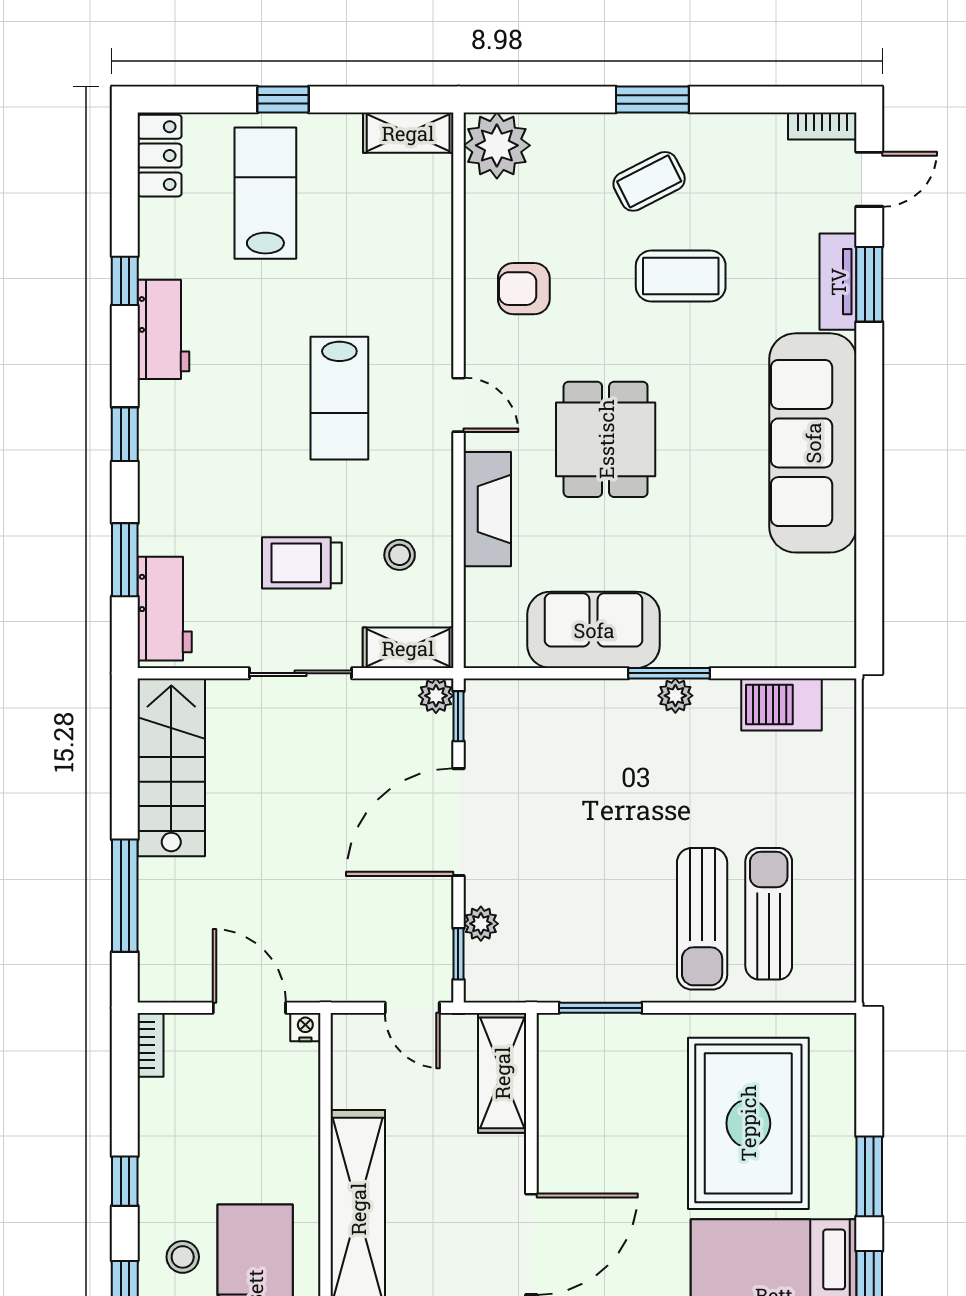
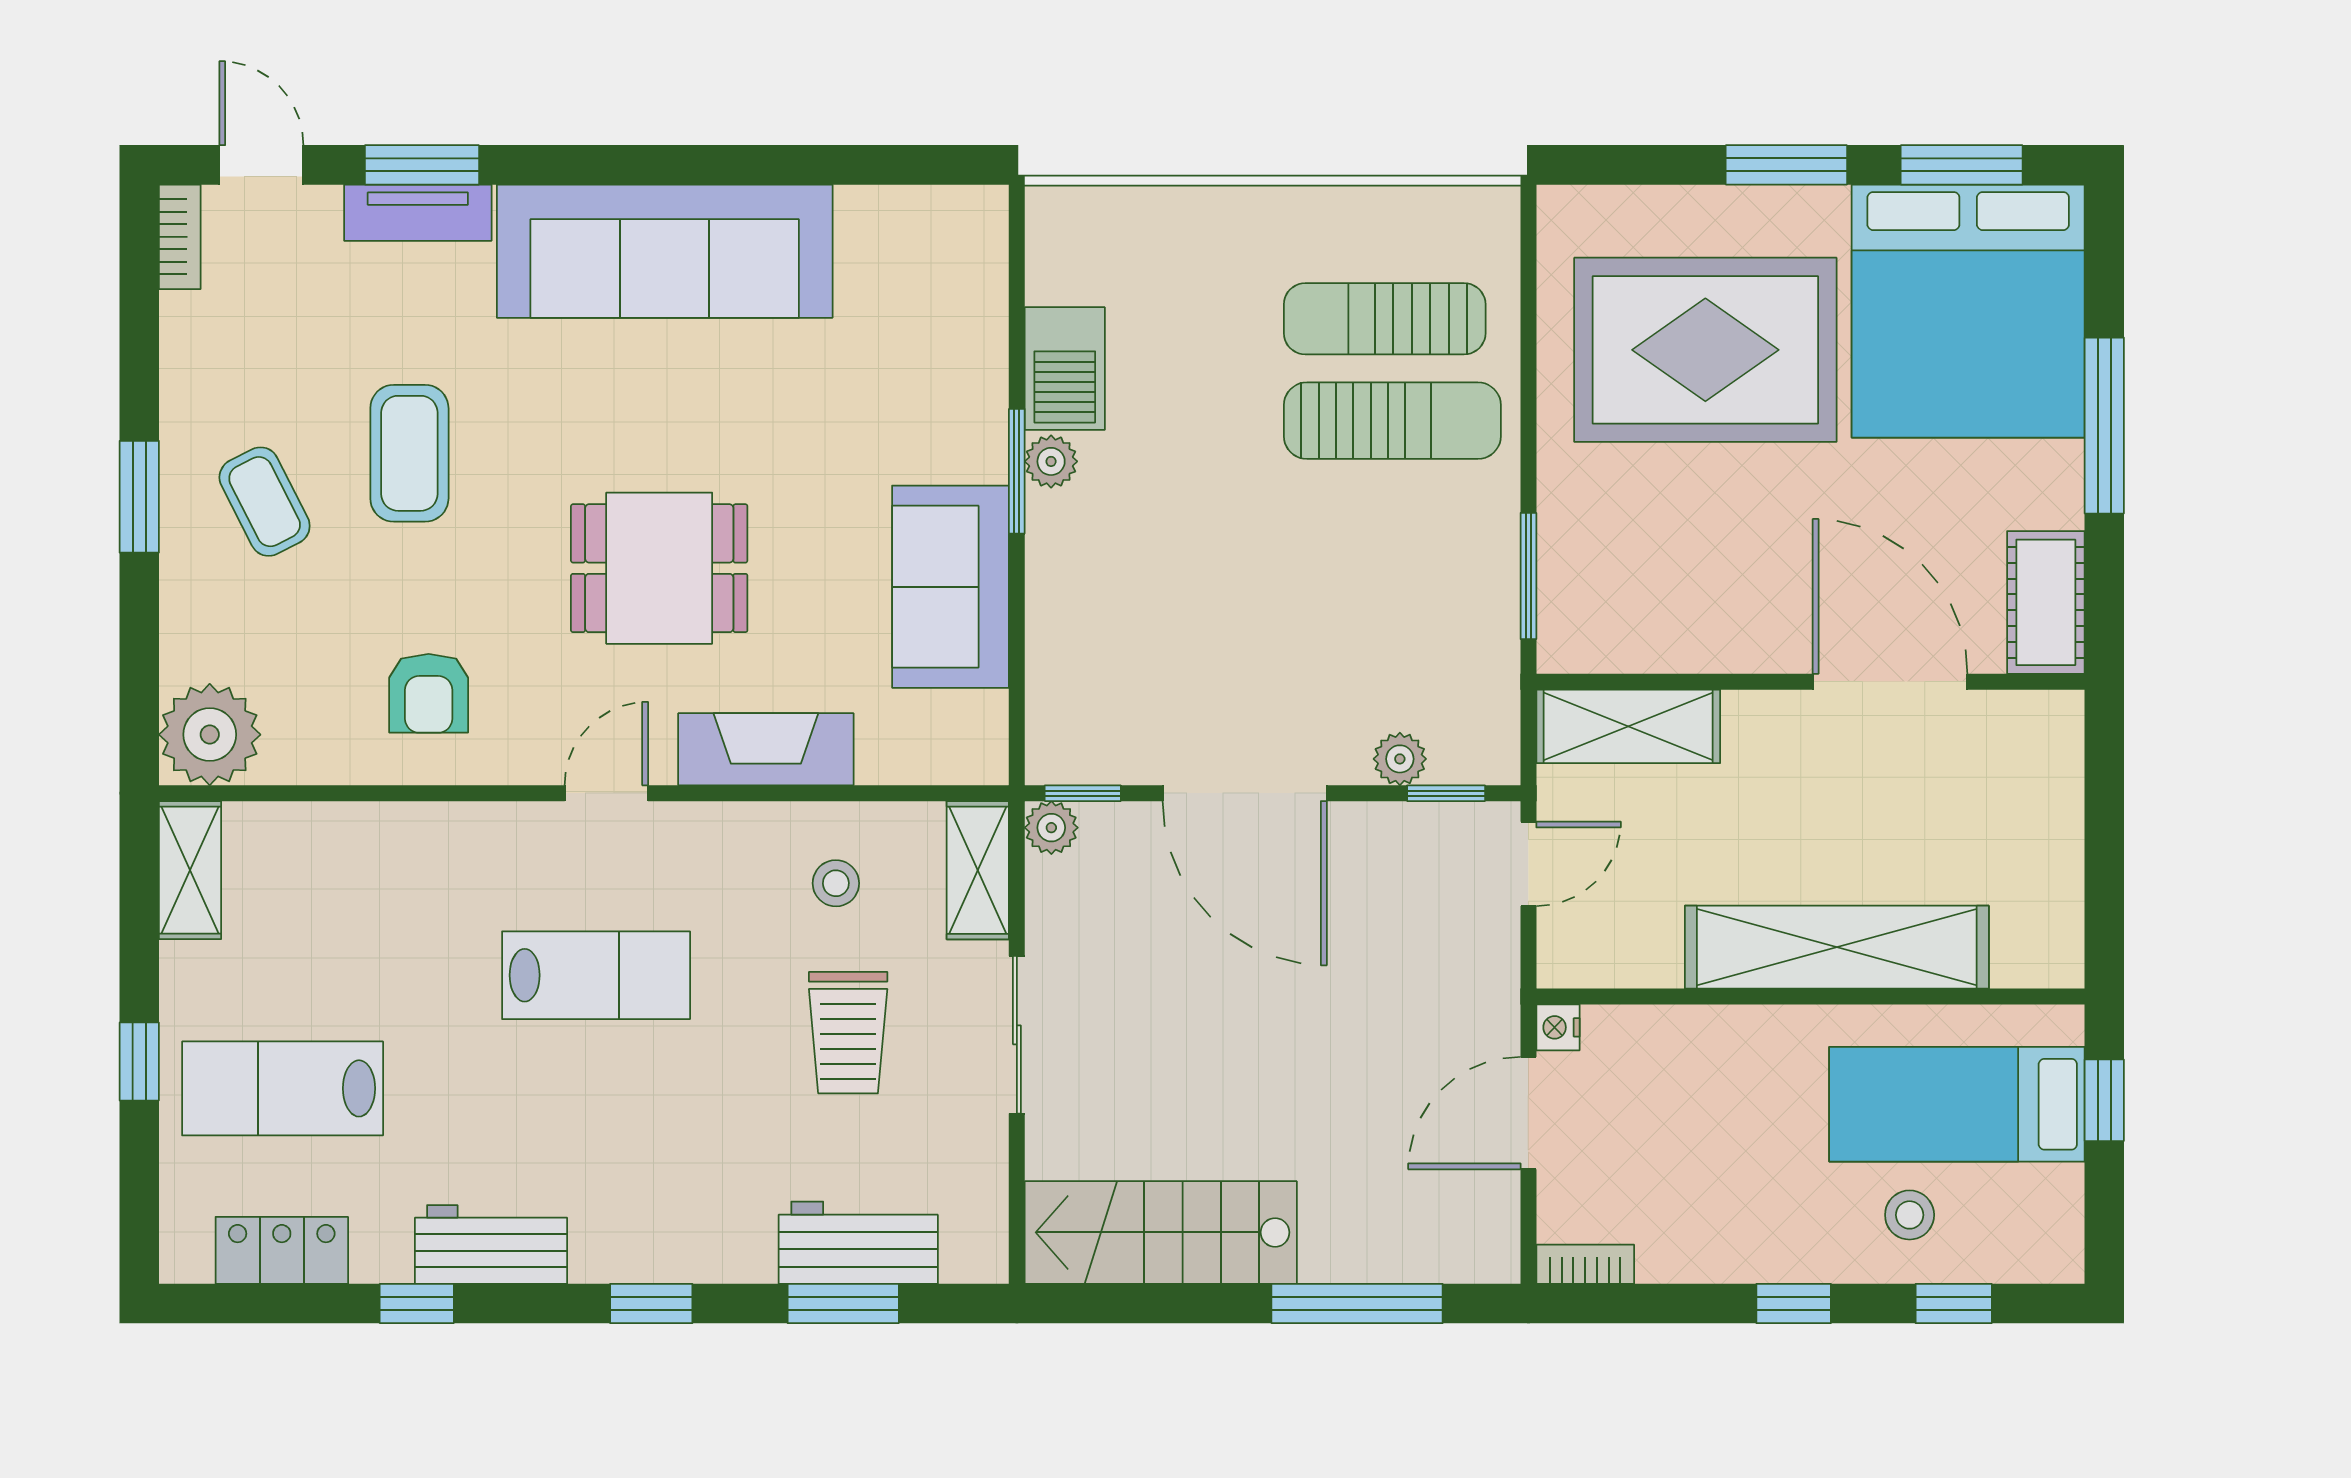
locker: (160, 156) -> (282, 1250), moved
workbench: (165, 609) -> (858, 1243), moved
barbecue: (781, 705) -> (1065, 369), moved

